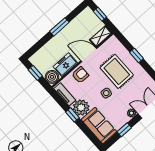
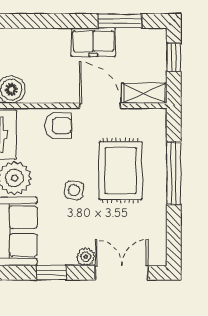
window: (59, 27) -> (120, 21), moved
window: (137, 55) -> (174, 173), width x2.17
freezer: (65, 65) -> (93, 42), moved, turned 180

